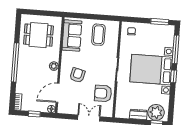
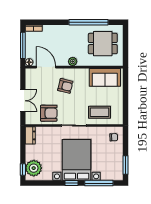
dining table: (38, 35) -> (103, 44), turned 90
coffee table: (98, 35) -> (100, 112), moved
window: (15, 62) -> (89, 22), moved
armchair: (103, 93) -> (49, 113), turned 90
window: (34, 114) -> (23, 45), width x2.17
dresser: (138, 114) -> (30, 135), moved

